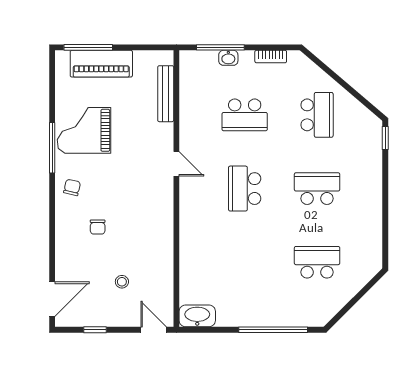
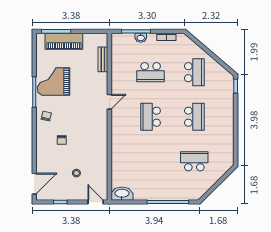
bench: (166, 94) -> (103, 59), width x0.73
door: (176, 164) -> (109, 102), hinge flipped
school desk: (317, 189) -> (194, 117), turned 90

